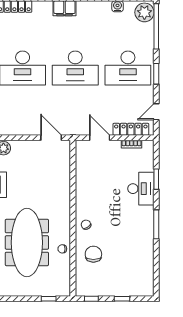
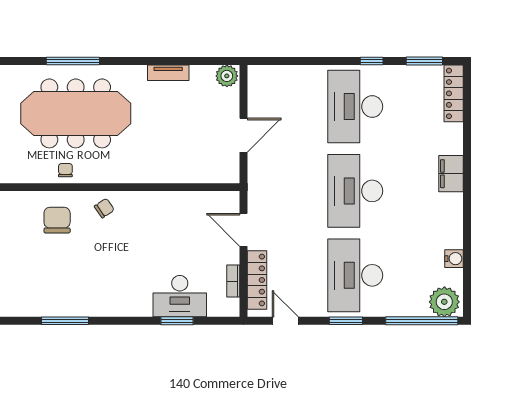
door: (51, 138) -> (244, 135), moved
door: (100, 138) -> (244, 230), swing flipped
desk: (141, 189) -> (180, 296), moved
window: (156, 224) -> (65, 321), moved
chair: (93, 254) -> (57, 220), turned -90

